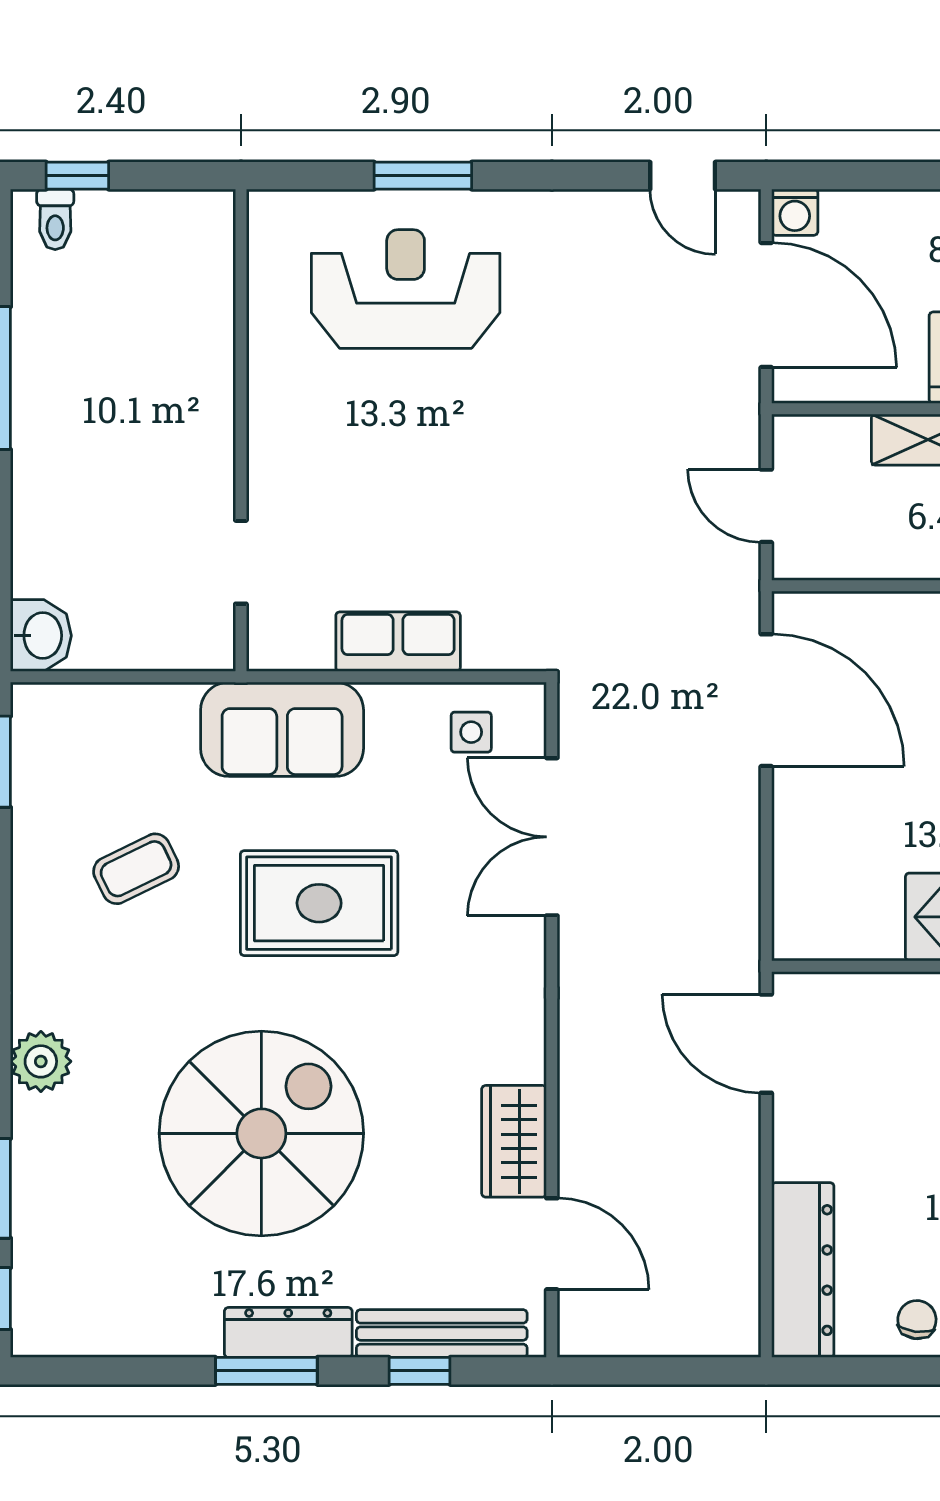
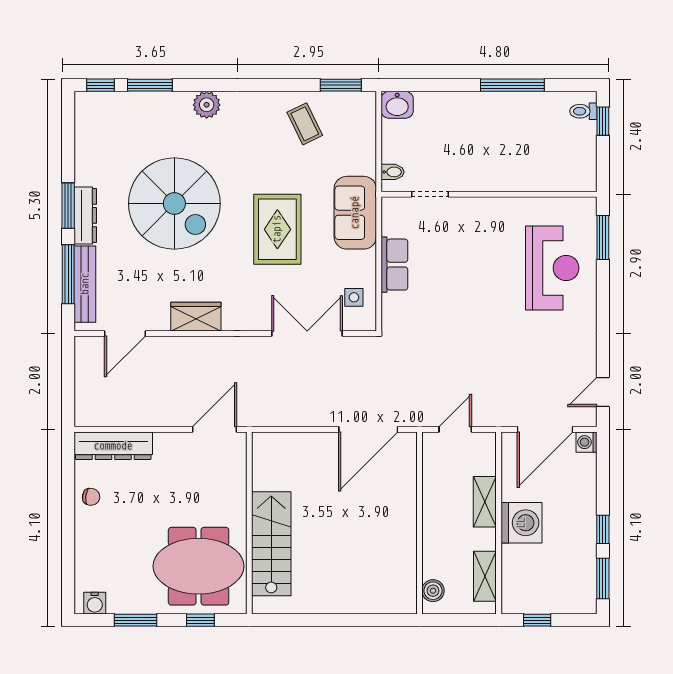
window: (423, 176) -> (603, 238), moved
bidet: (191, 646) -> (393, 172), added
coffee table: (136, 869) -> (305, 124), moved
wardrobe: (514, 1141) -> (196, 317), moved
window: (420, 1371) -> (68, 274), width x2.17

